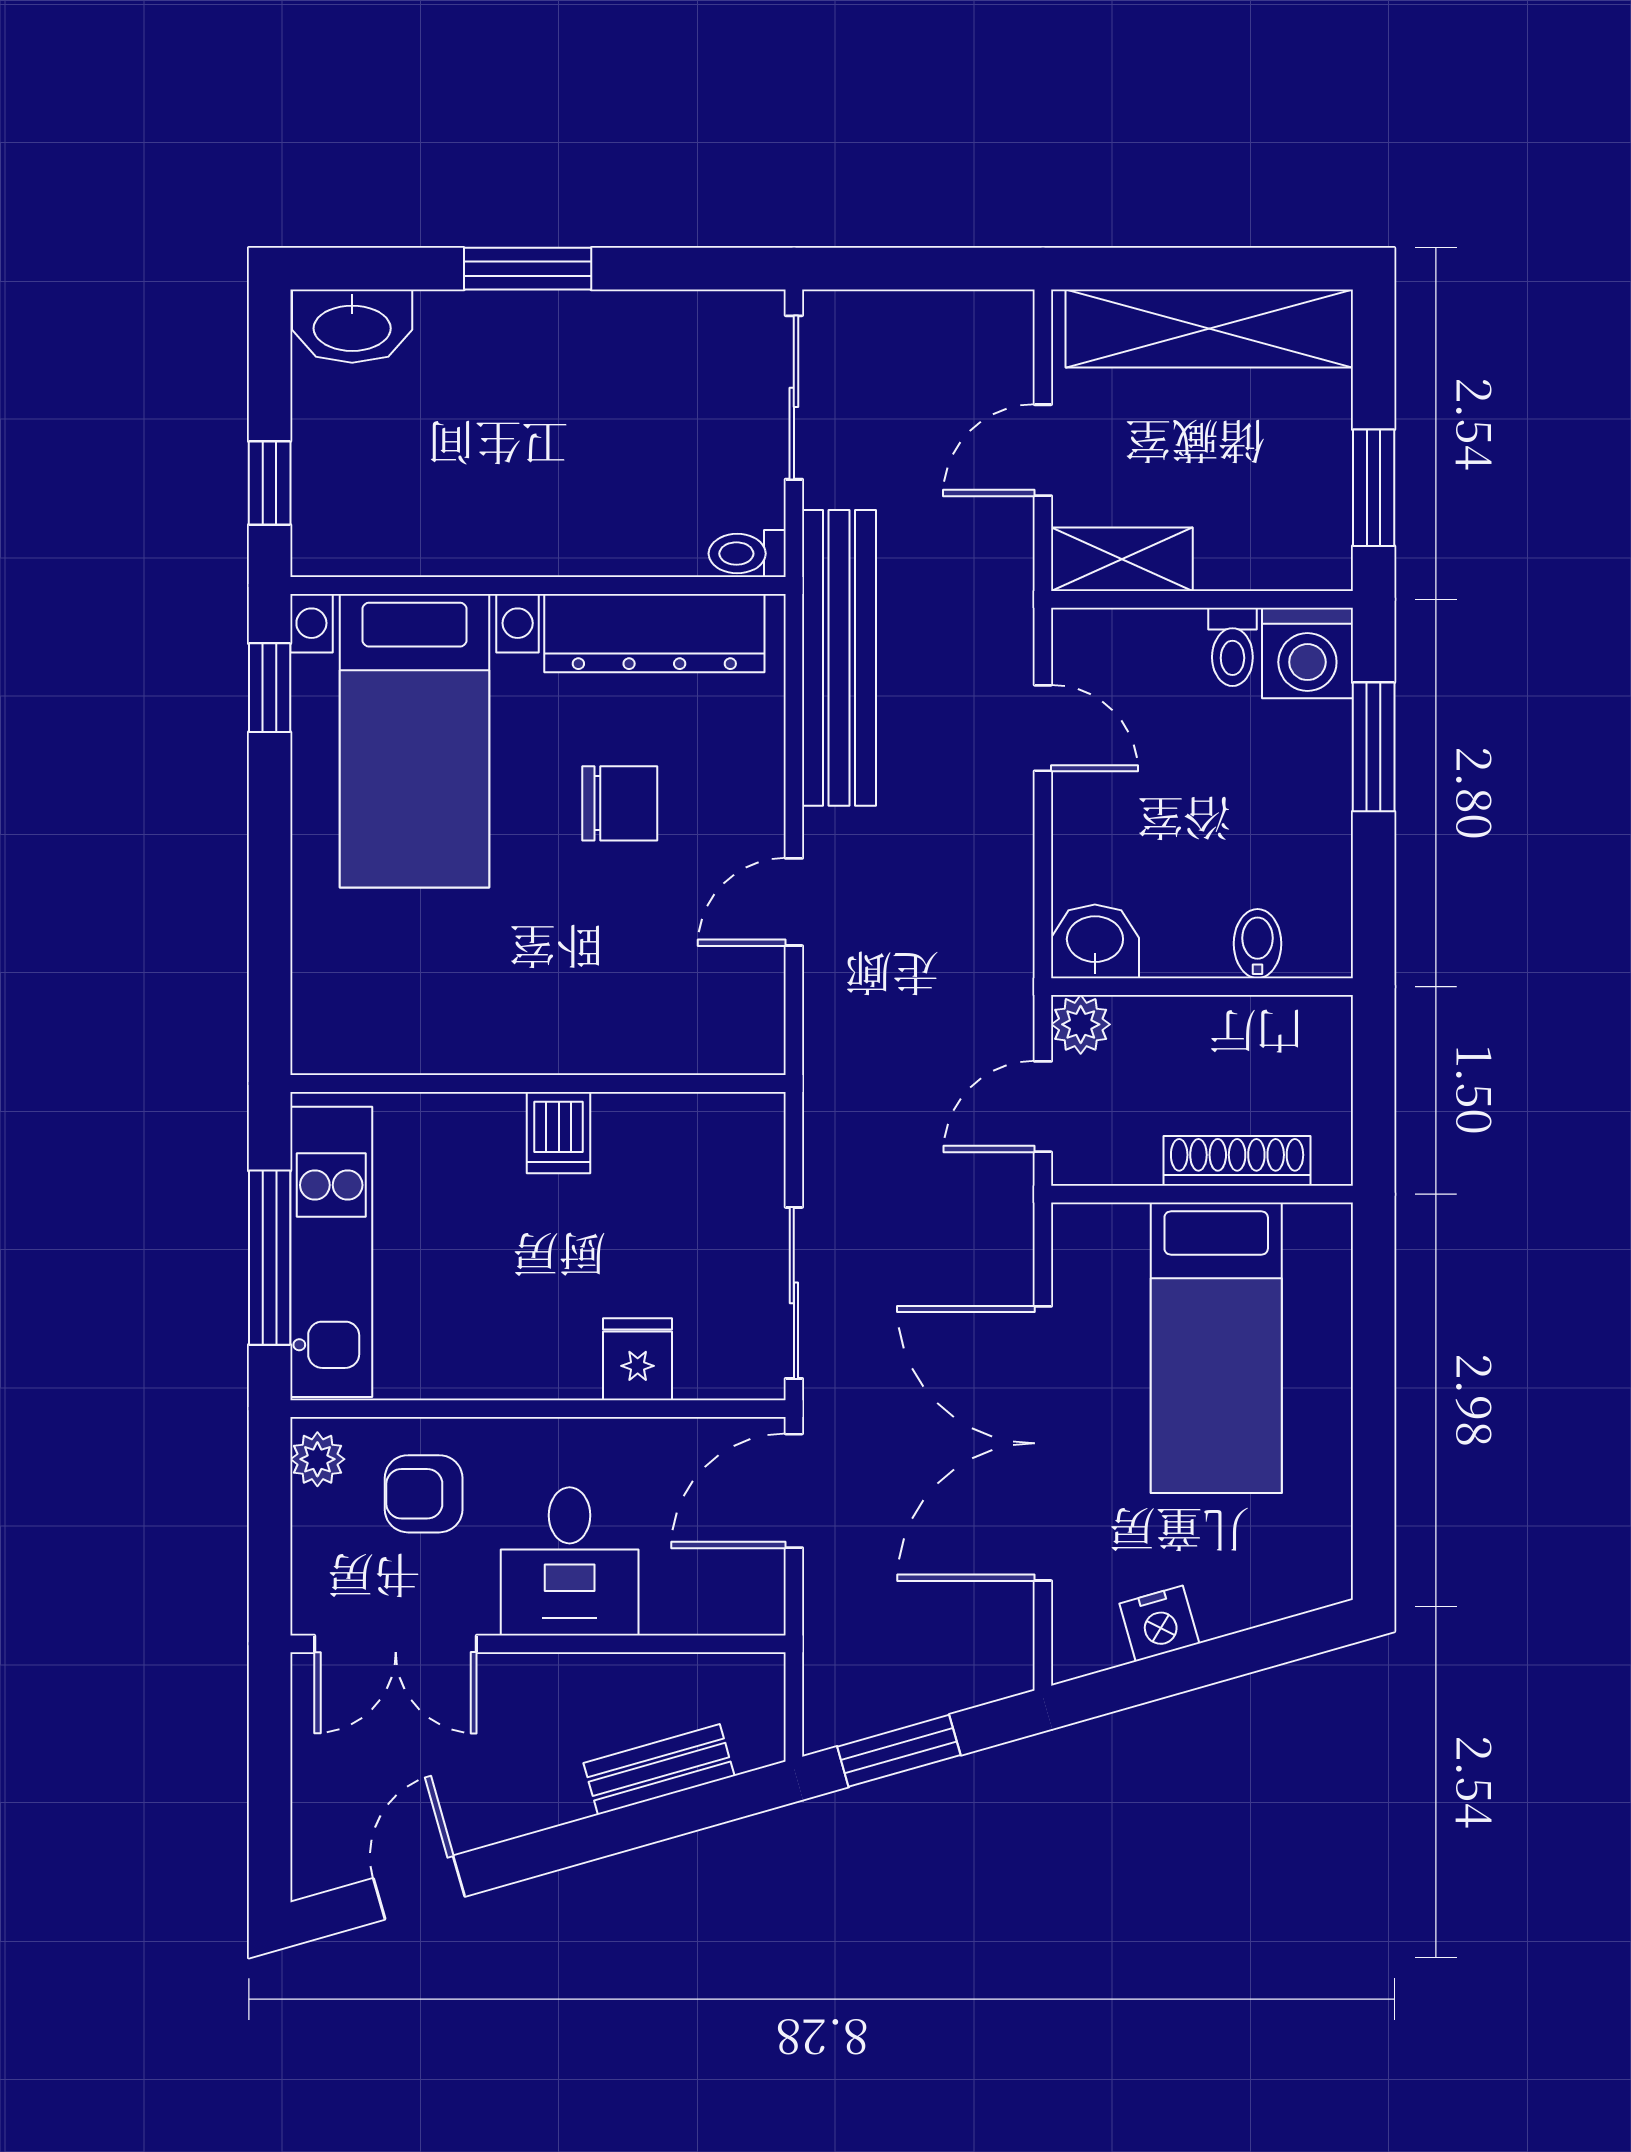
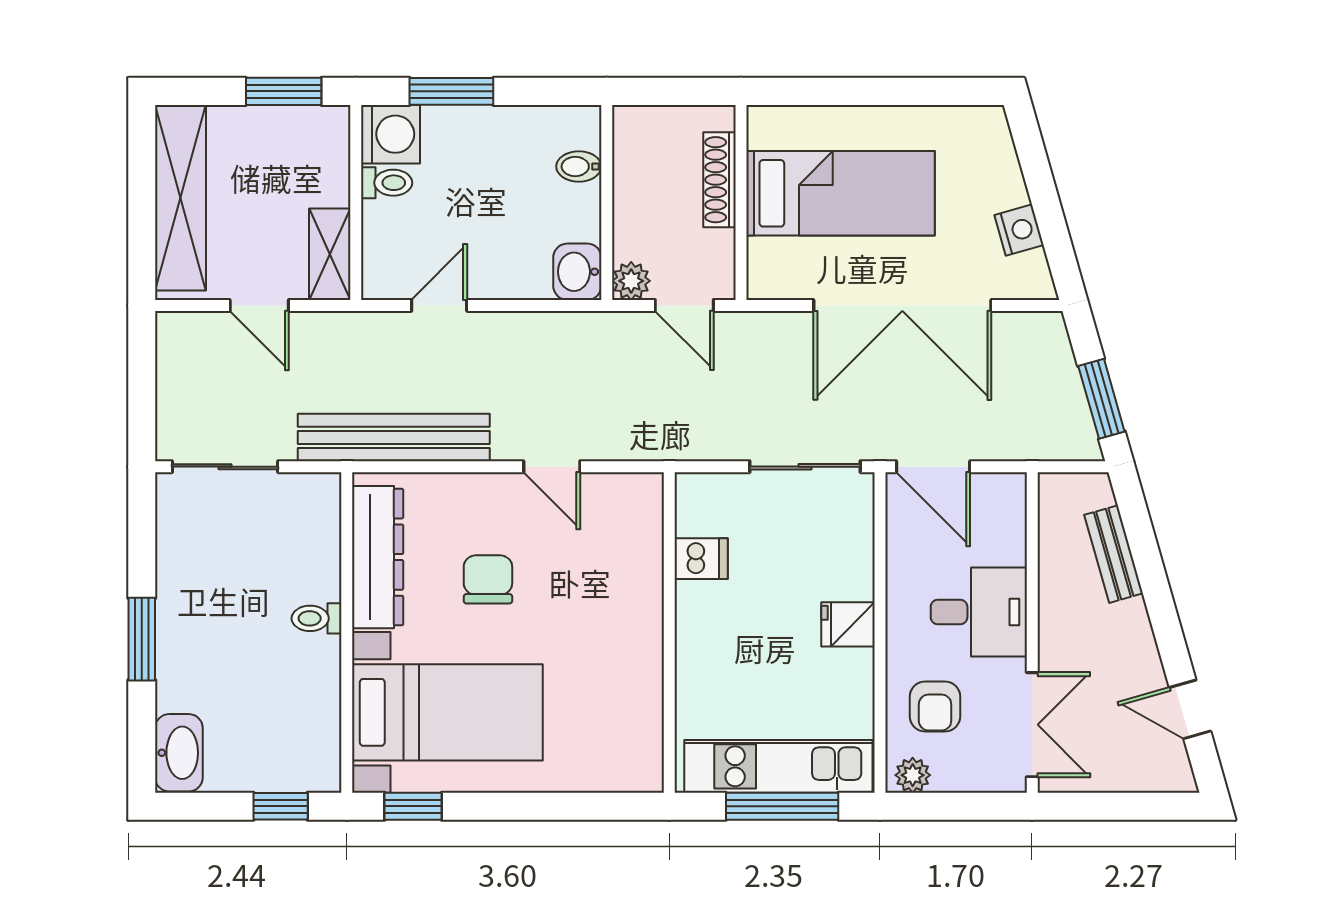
toilet: (747, 554) -> (317, 618), moved, turned 90
dishwasher: (559, 1133) -> (701, 559), moved
fridge: (638, 1359) -> (848, 624), moved

